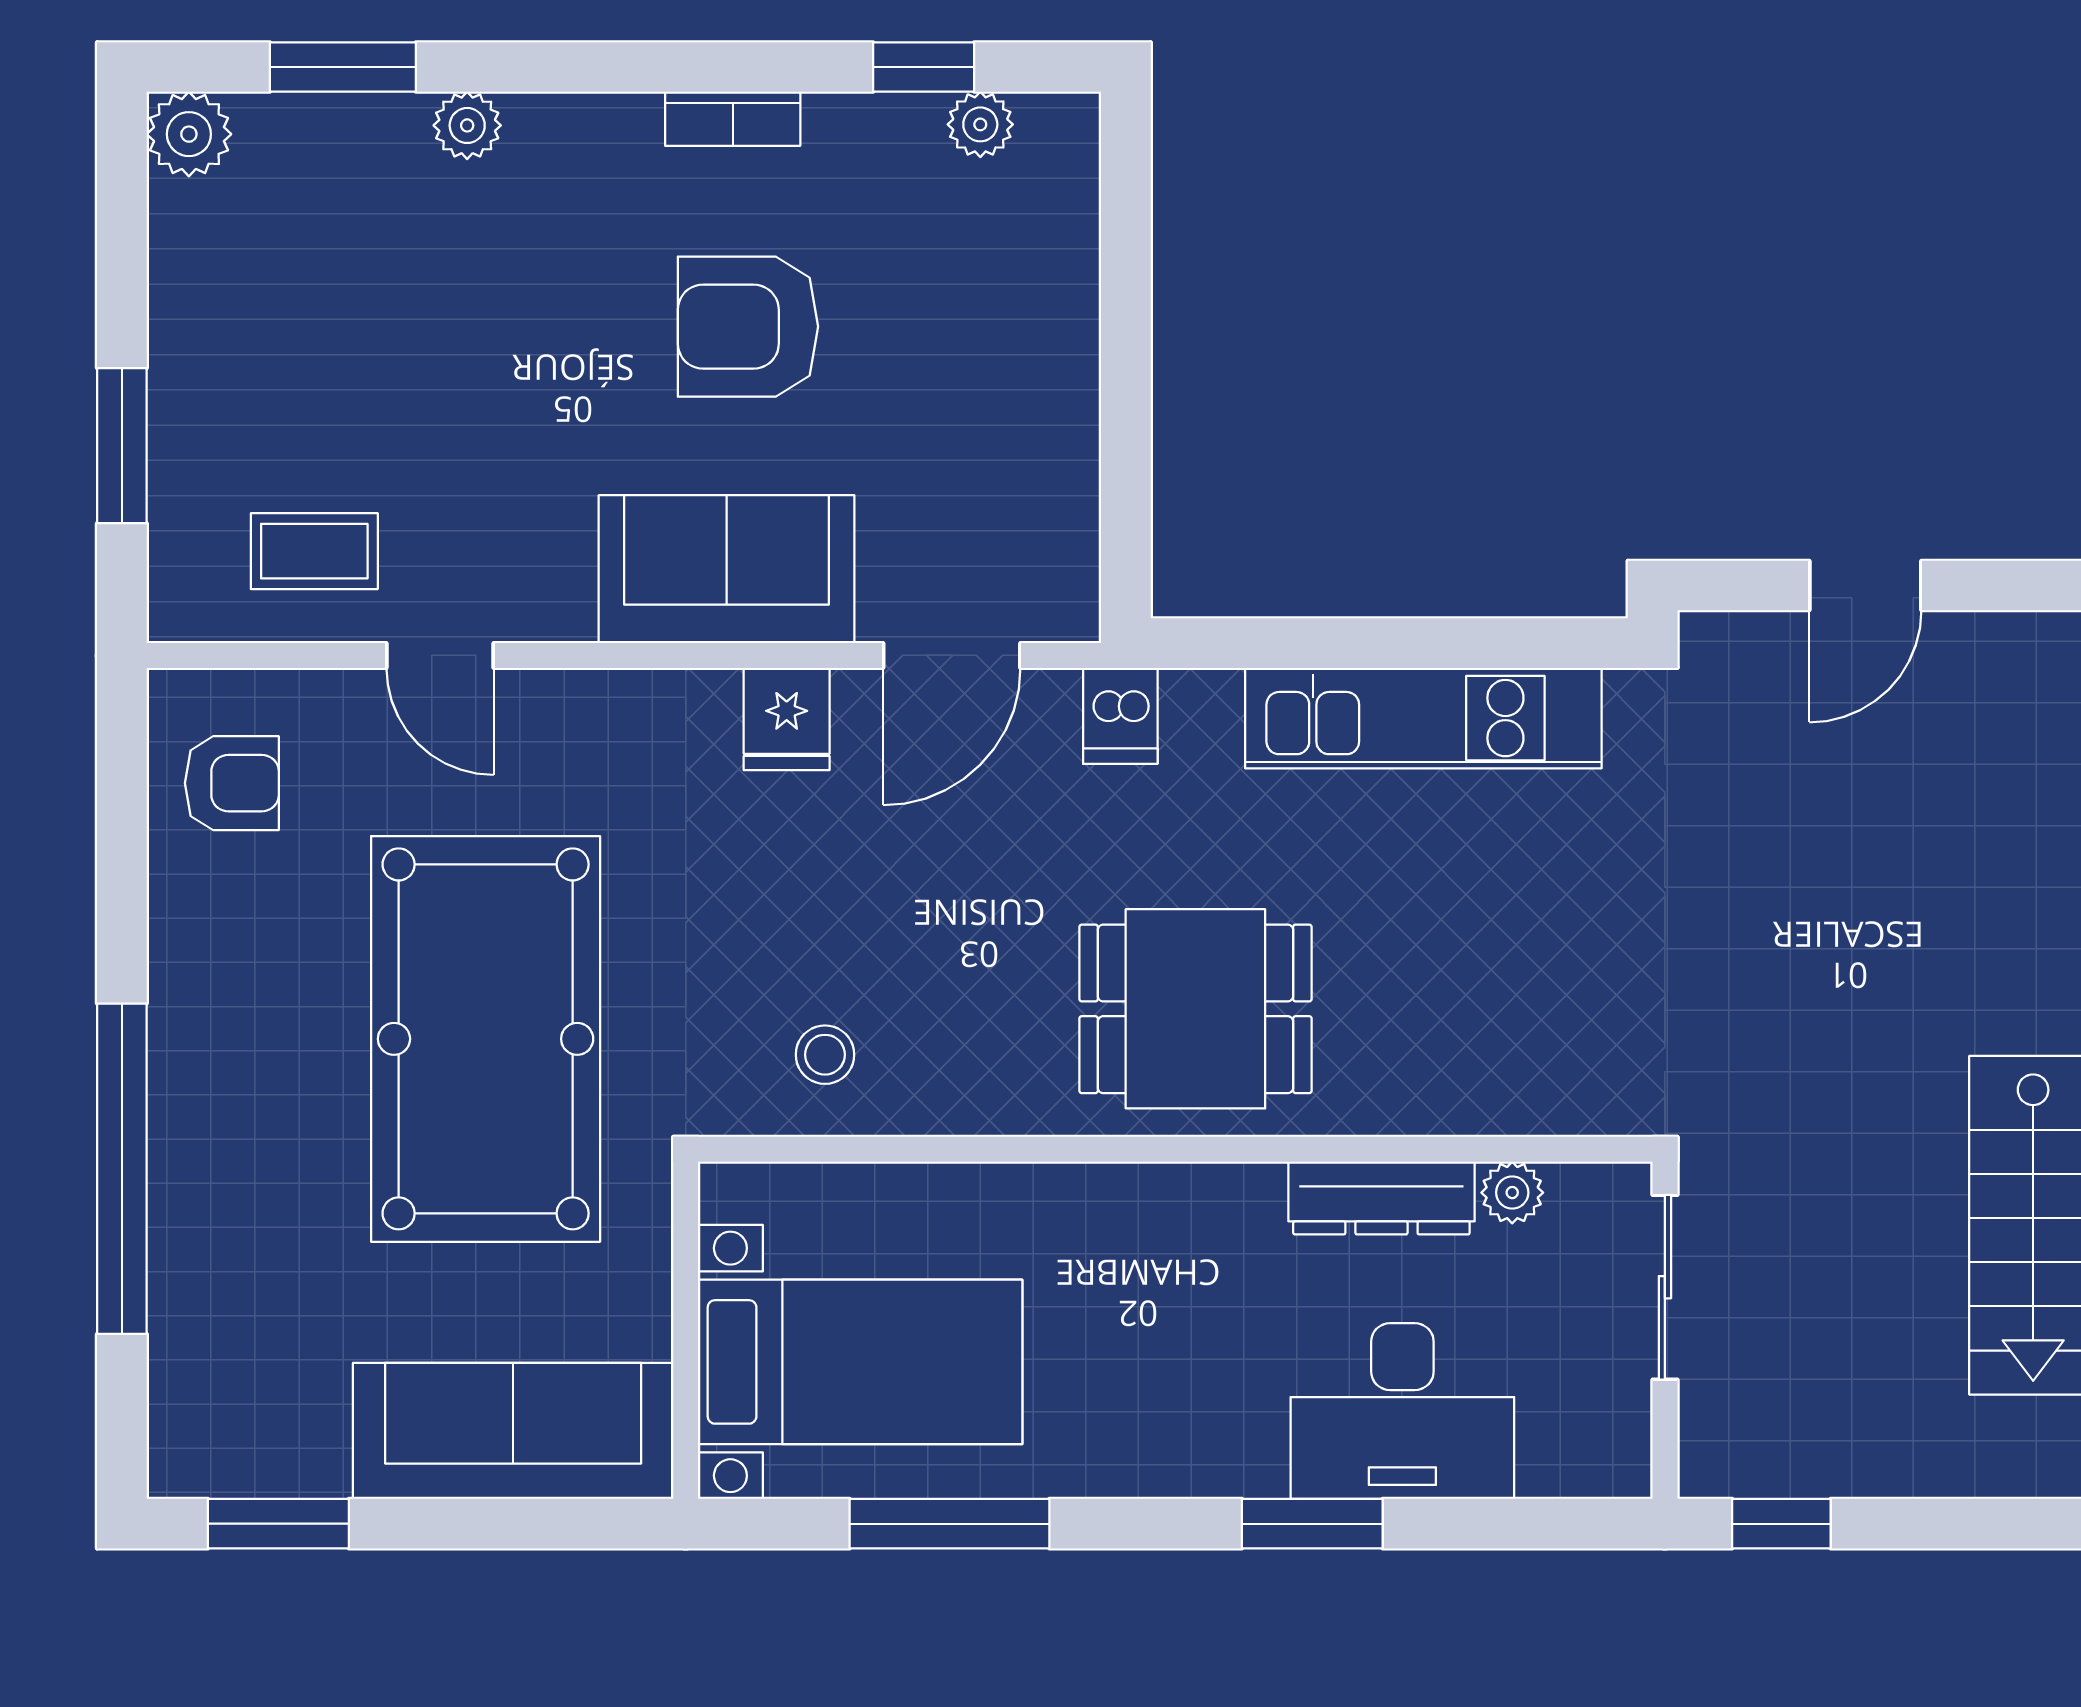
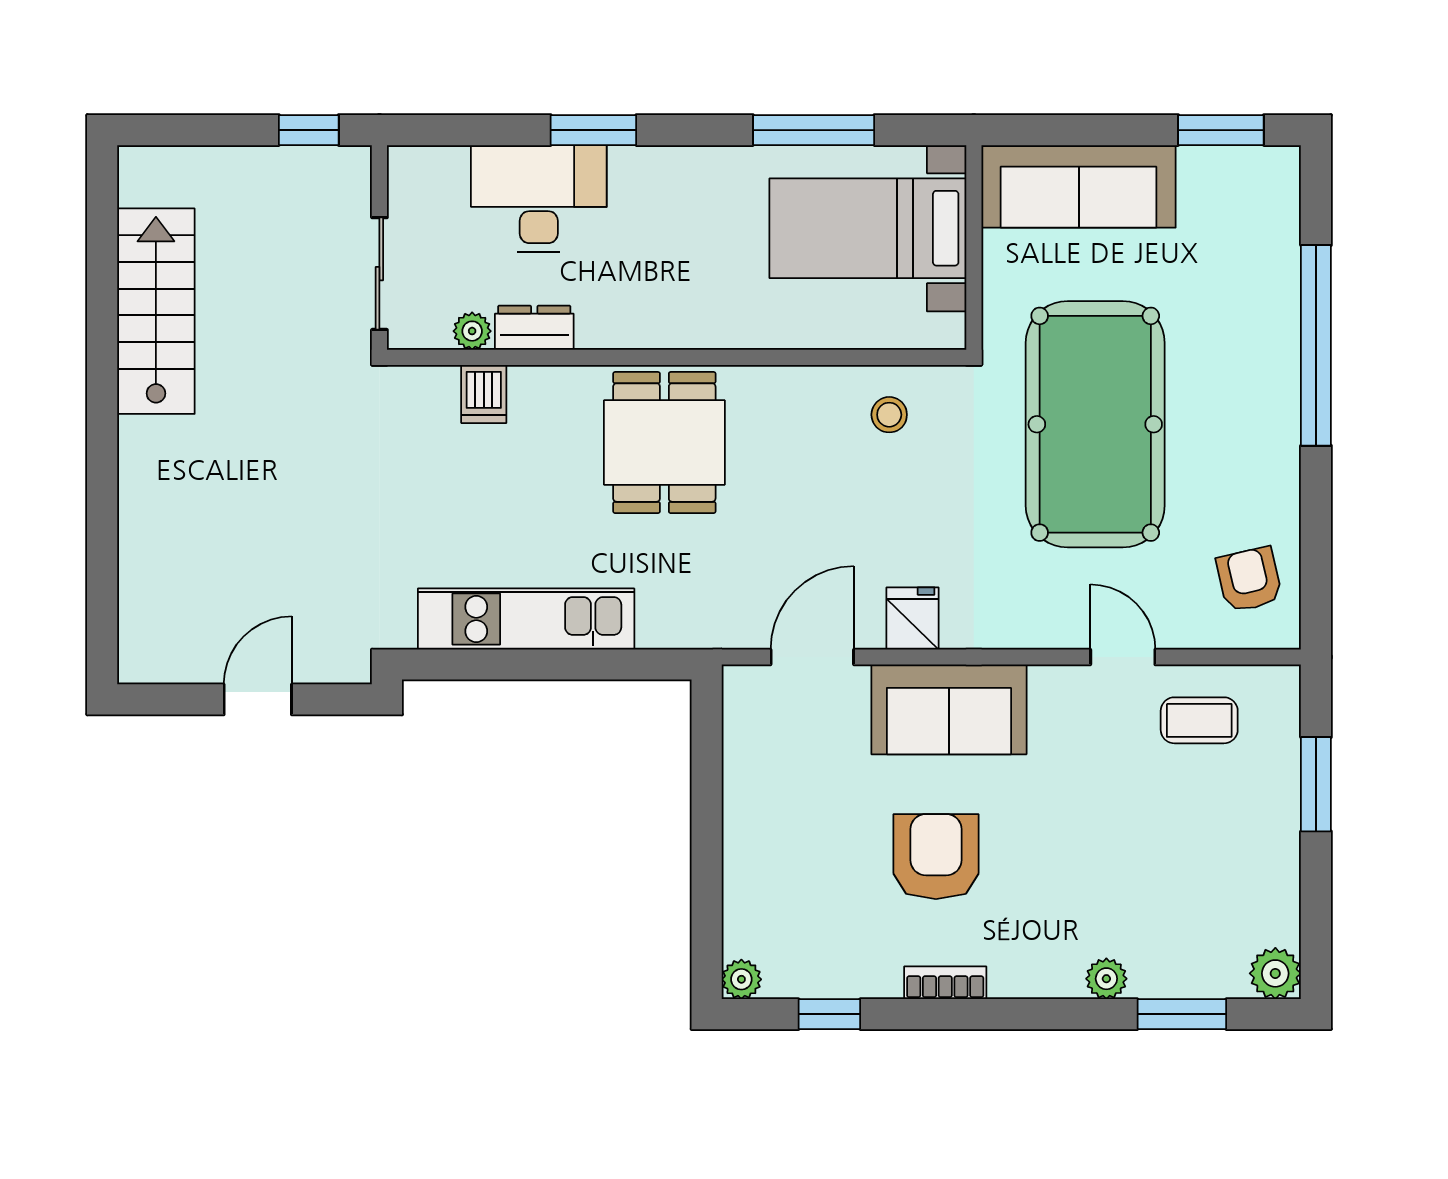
plant: (980, 124) -> (741, 979), moved
armchair: (748, 327) -> (936, 857), turned -90
dishwasher: (1120, 716) -> (484, 394), moved, turned 180
armchair: (232, 783) -> (1249, 579), turned 77
dining table: (1195, 1009) -> (664, 443), turned 90
dresser: (1381, 1198) -> (534, 328), width x0.70

